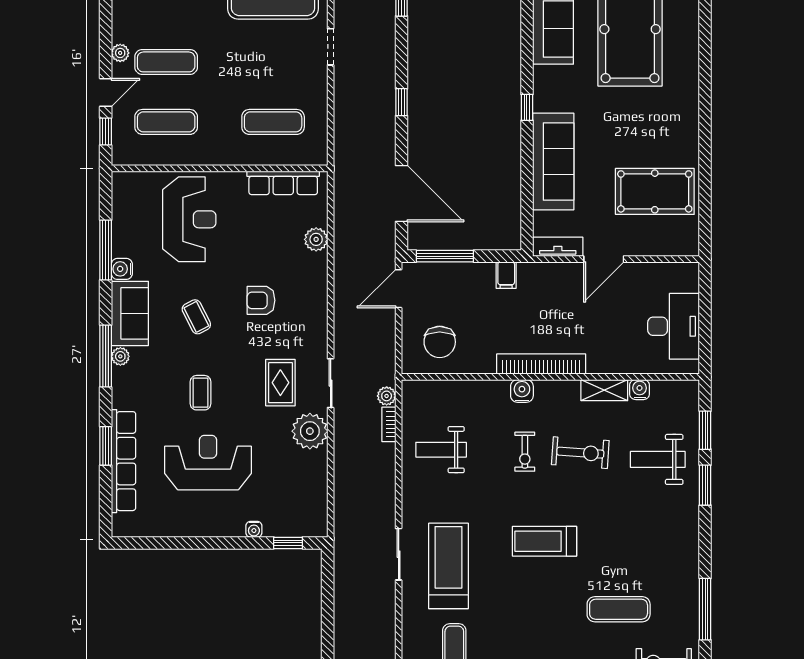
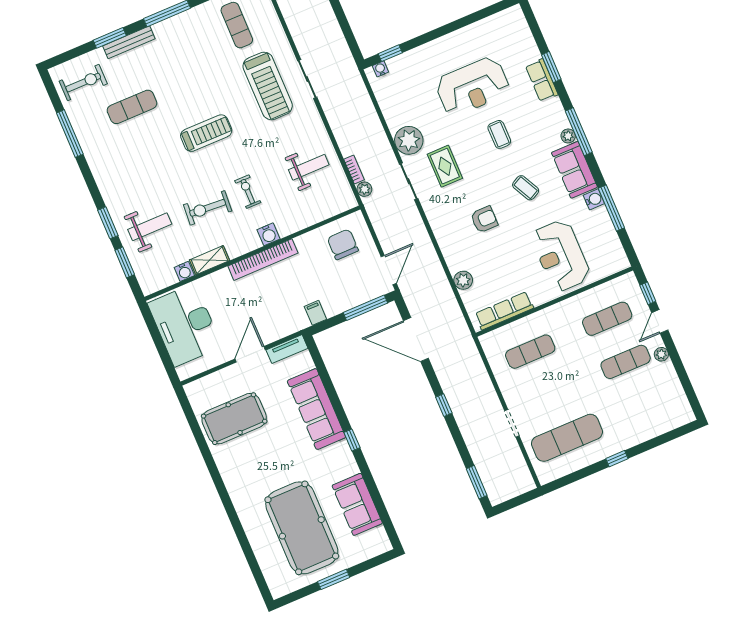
desk: (674, 326) -> (185, 325), width x1.36, depth x1.30
row of seats: (123, 461) -> (542, 80), width x0.50
water cooler: (254, 529) -> (380, 69), moved

